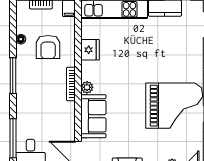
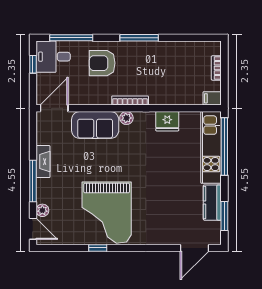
floor lamp: (21, 39) -> (179, 46), removed
armchair: (48, 47) -> (102, 63), moved

